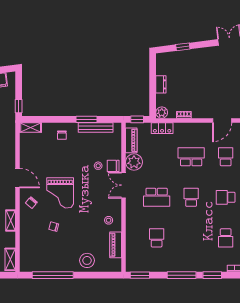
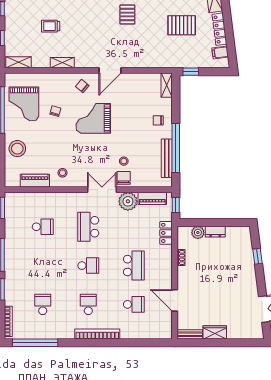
plant: (162, 113) -> (198, 233), moved
window: (86, 119) -> (176, 148), width x2.11
school desk: (226, 238) -> (43, 304), turned 90
grand piano: (47, 255) -> (24, 104), added

